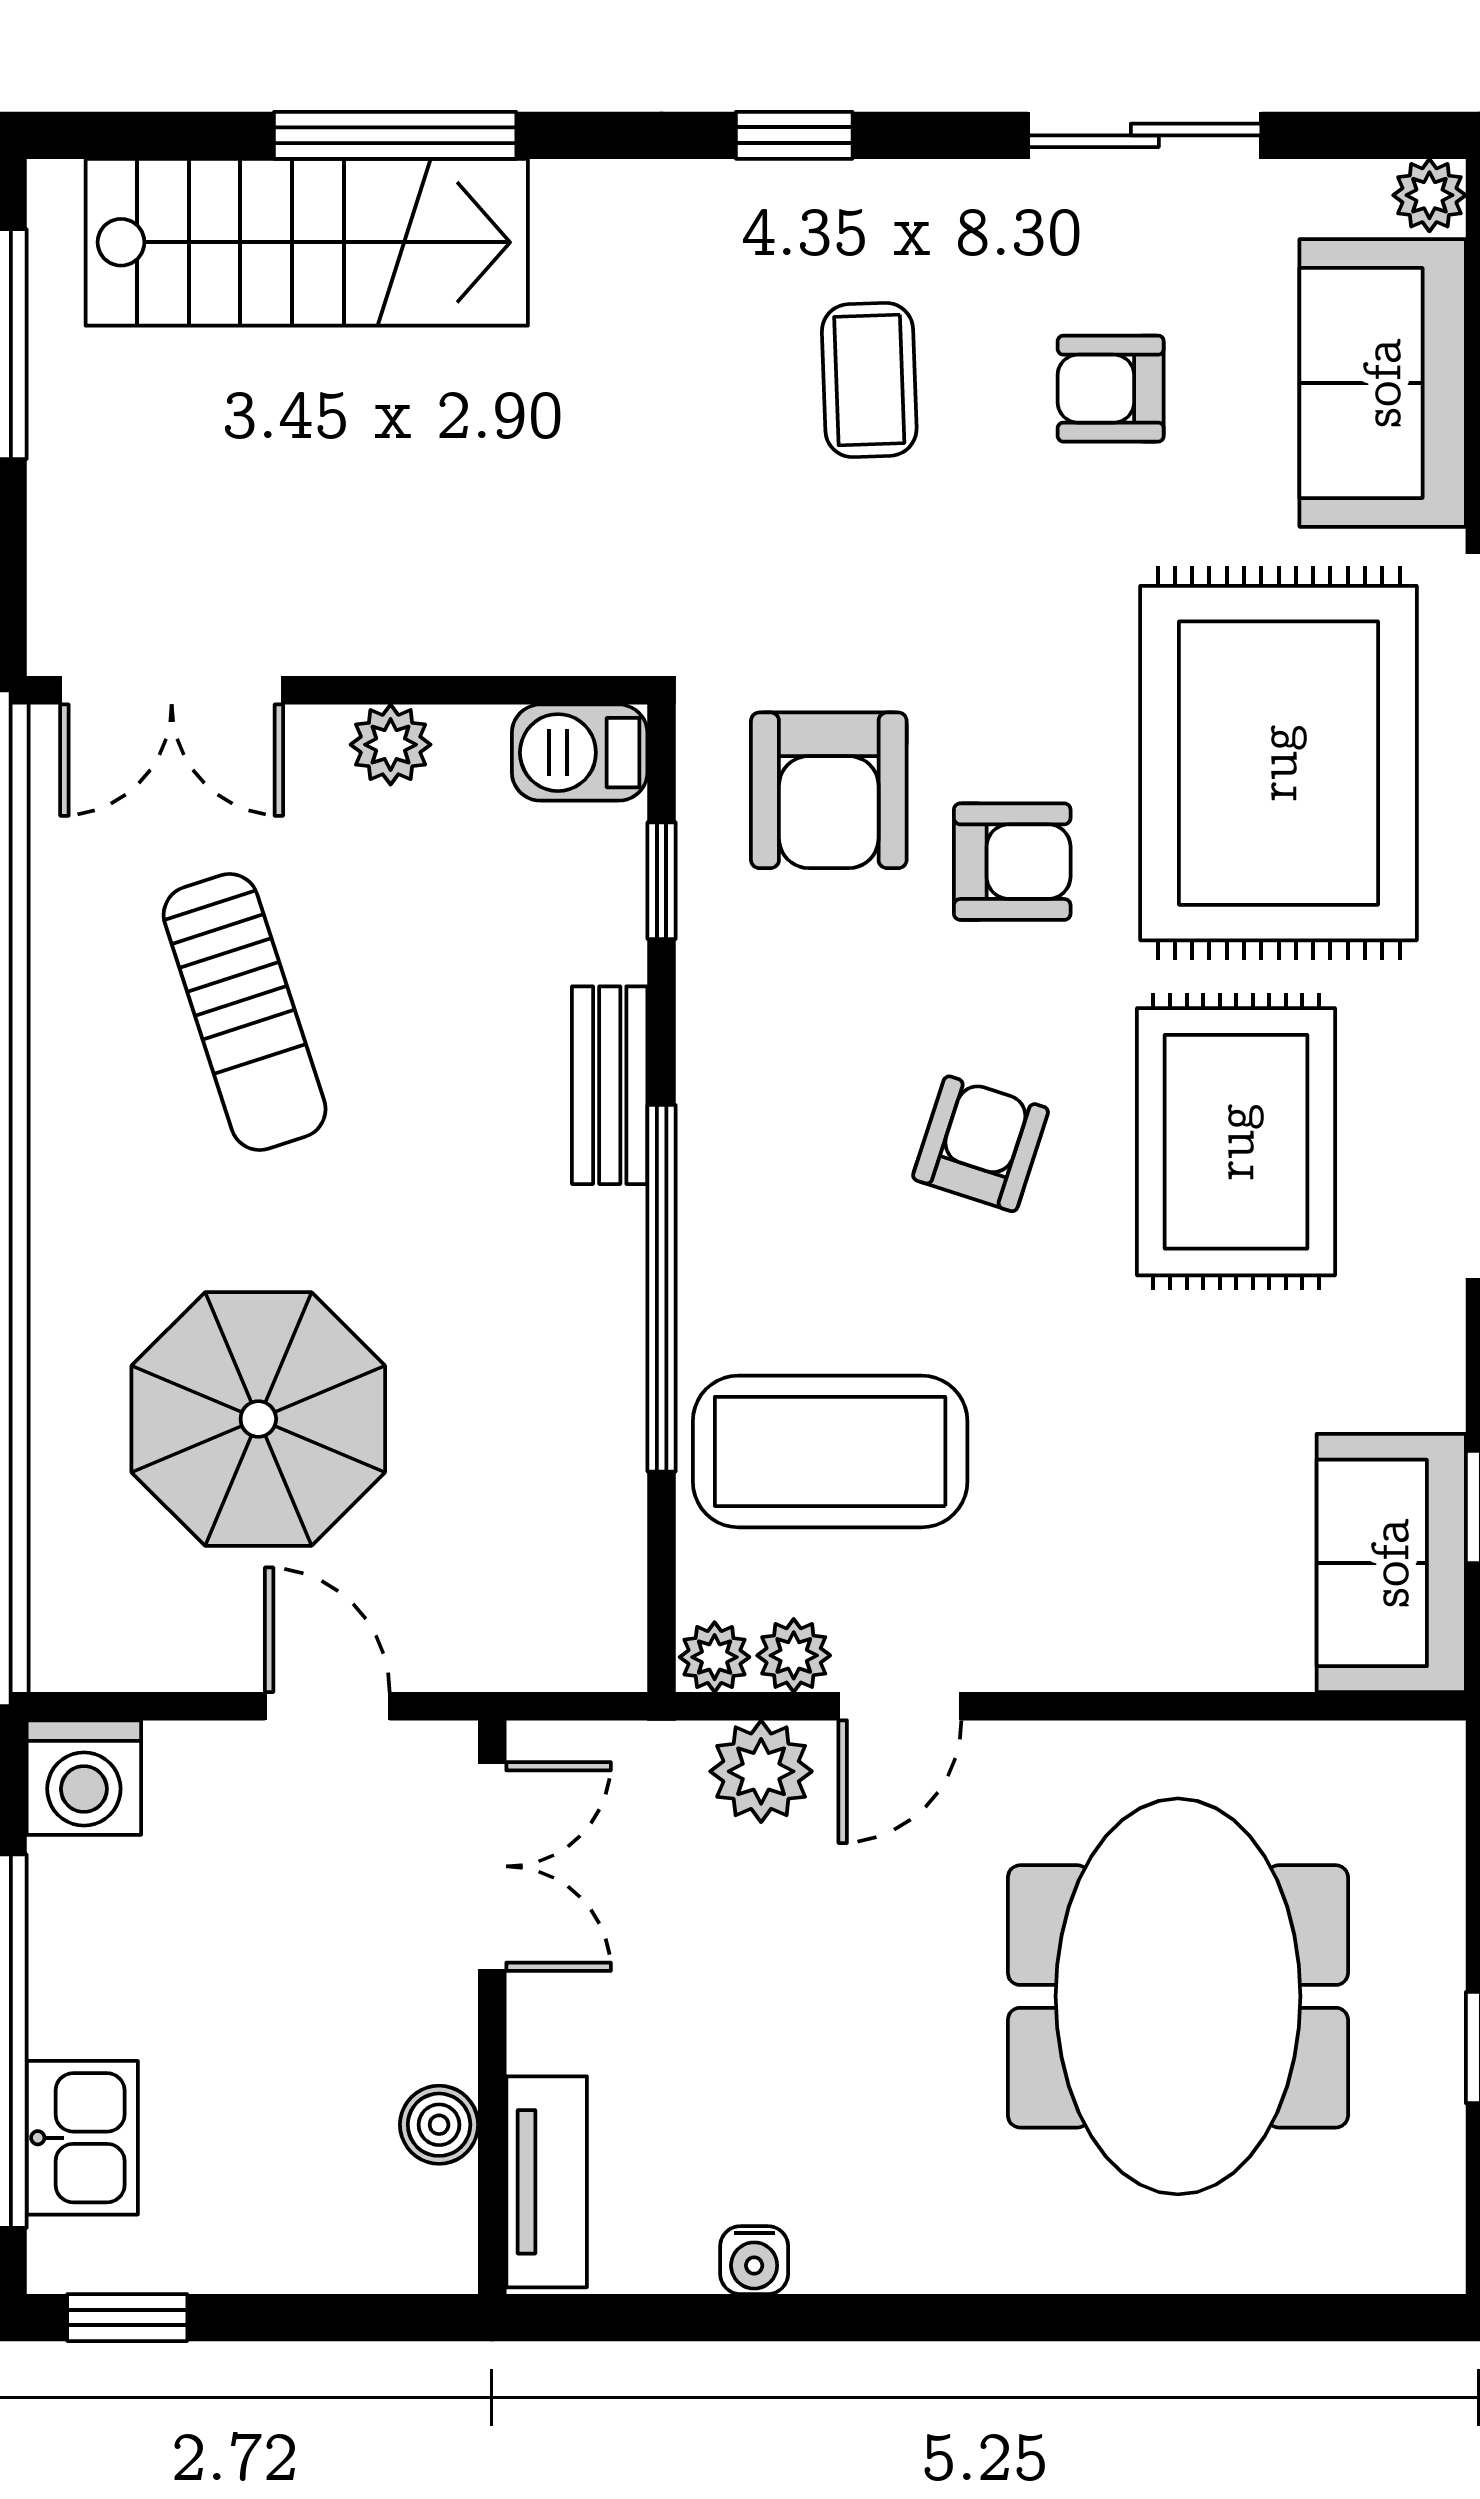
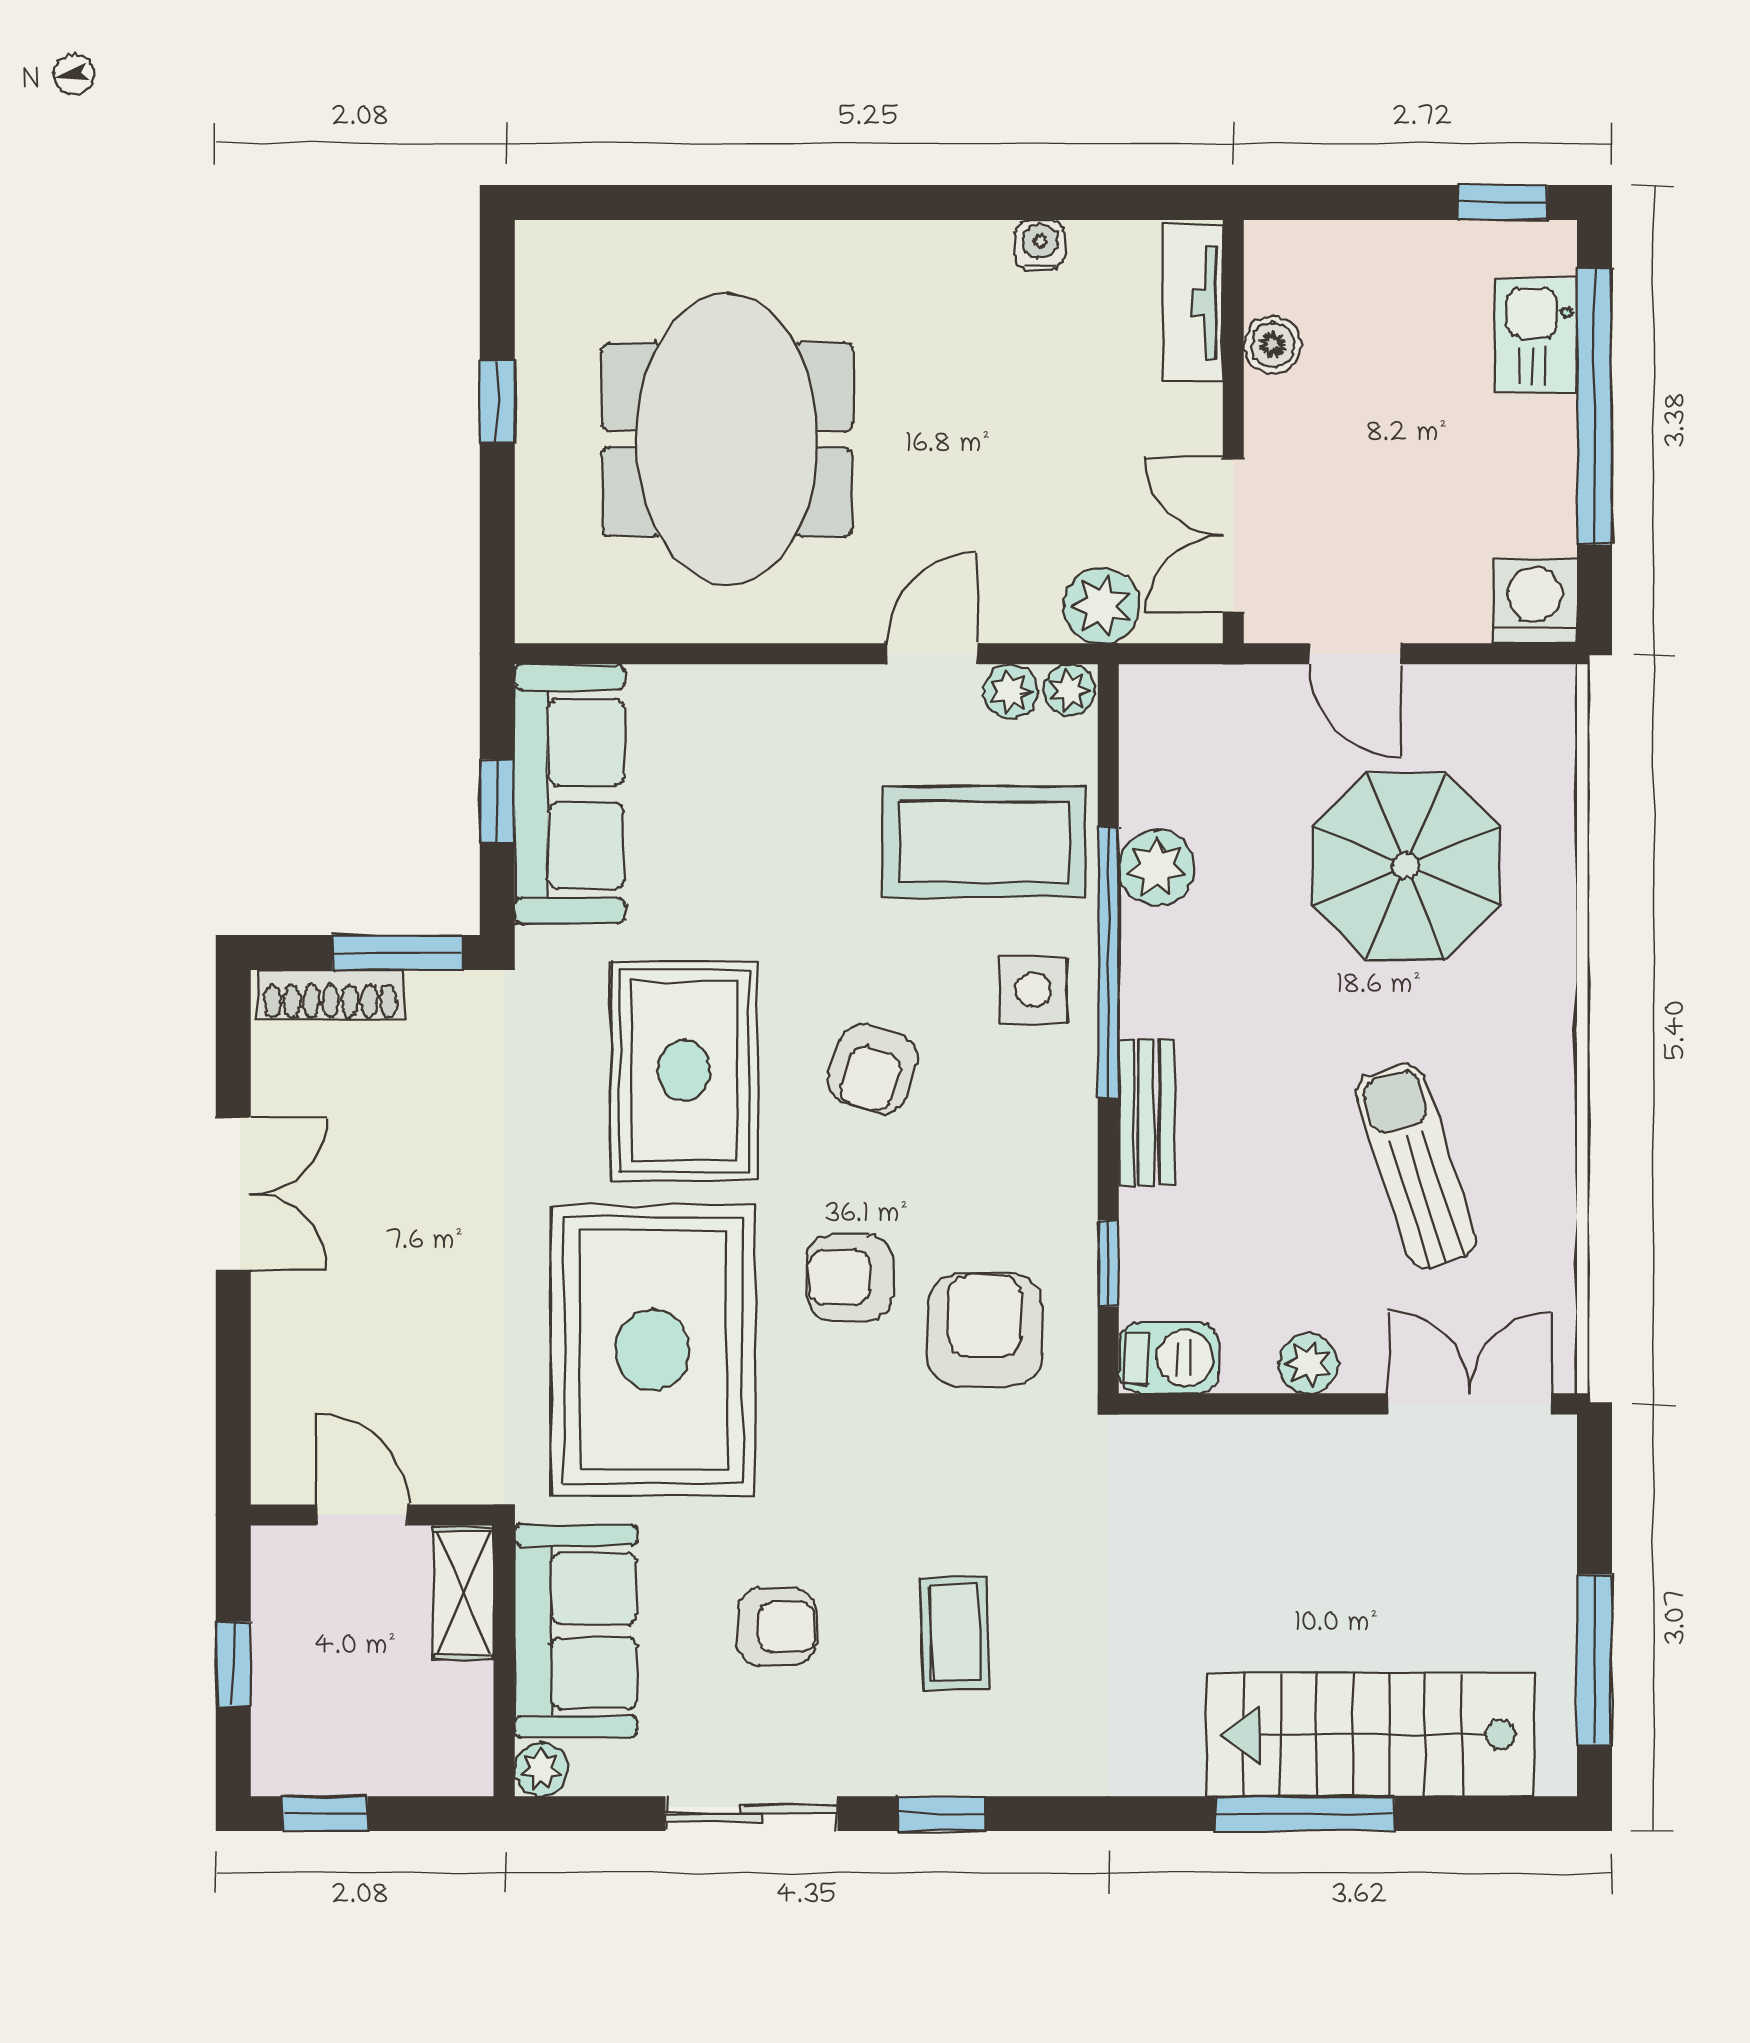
window: (794, 135) -> (942, 1814), moved
side table: (763, 1251) -> (1033, 990), added
plant: (596, 1416) -> (1157, 868), added
sofa: (1391, 1563) -> (570, 794), width x1.36
plant: (761, 1771) -> (1102, 606), moved

